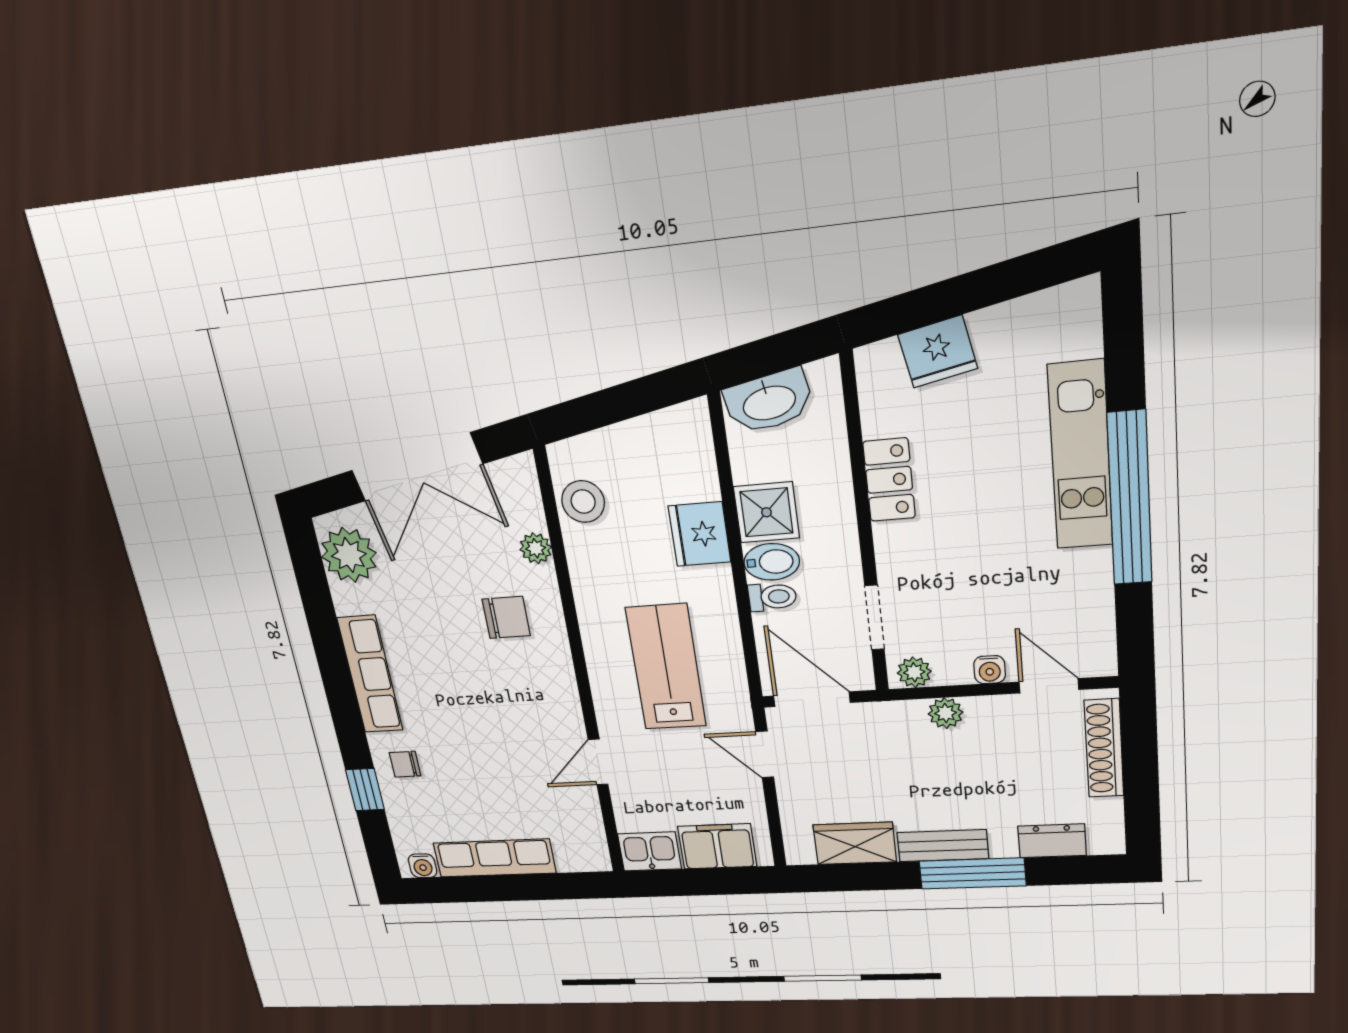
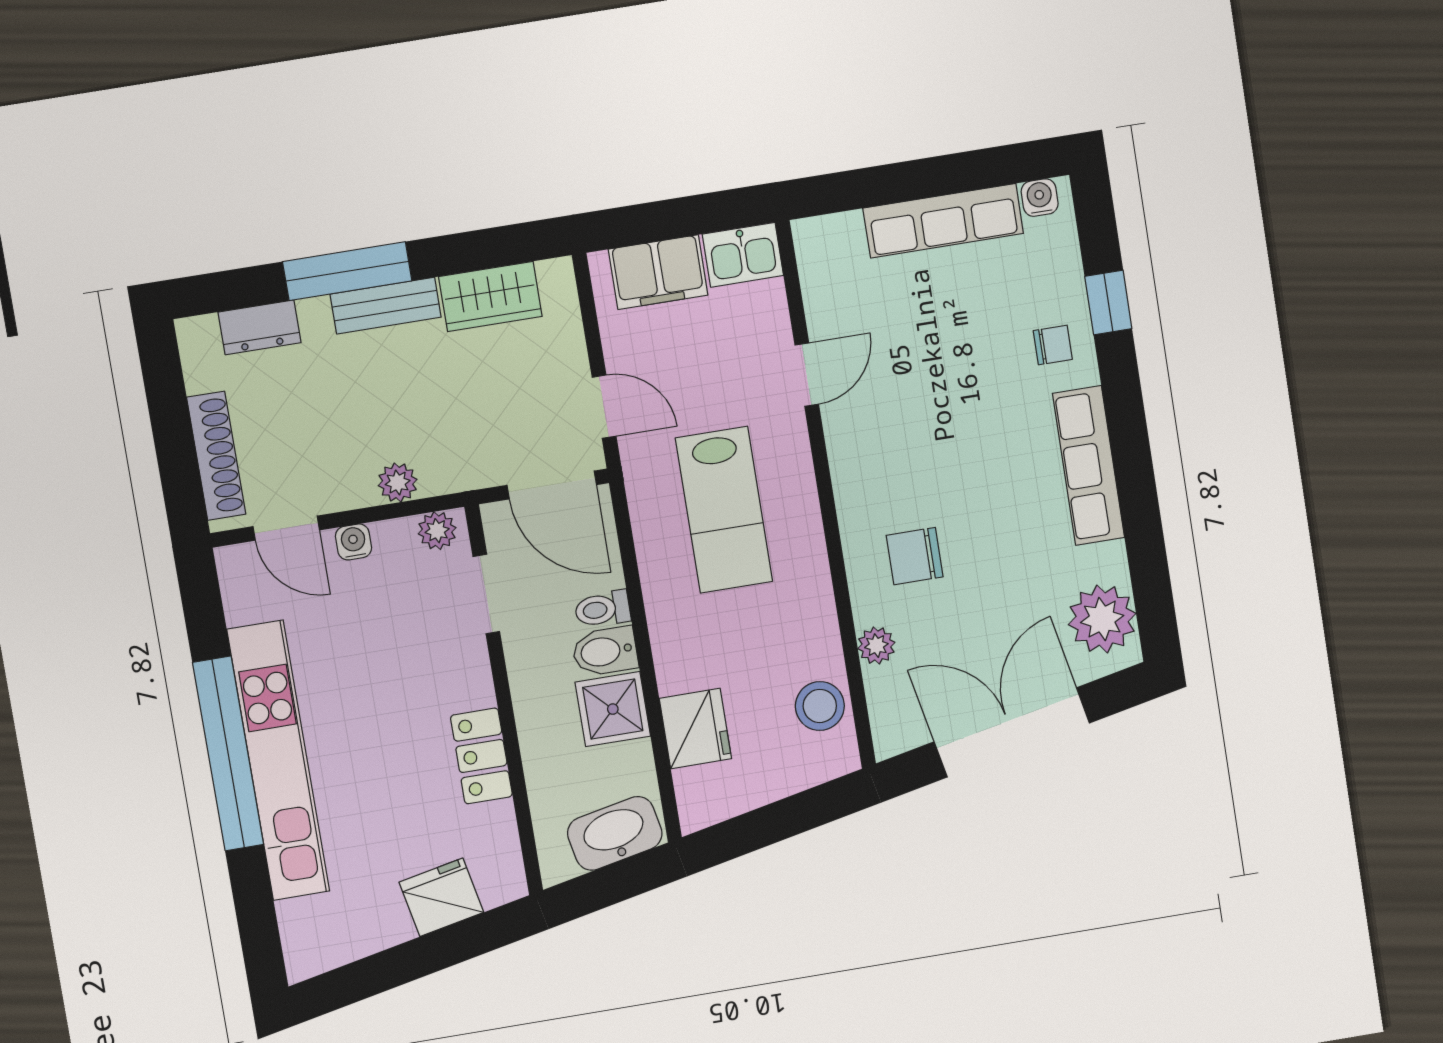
kitchen unit: (1080, 456) -> (278, 760), width x1.36
fridge: (699, 534) -> (695, 729), moved

